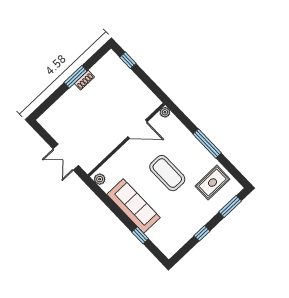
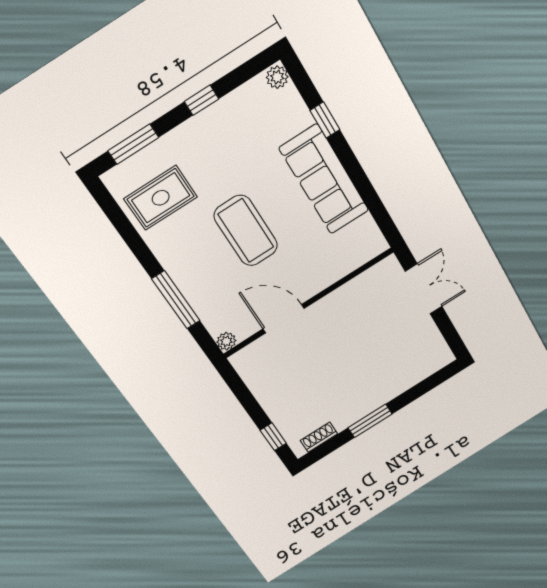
shoe rack: (84, 80) -> (319, 437), moved
window: (207, 144) -> (176, 300), moved
plant: (100, 179) -> (277, 77), moved

